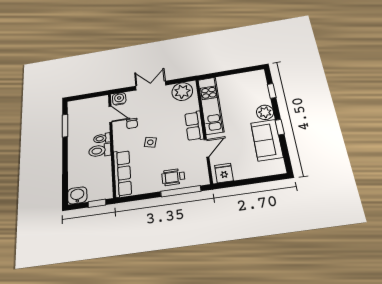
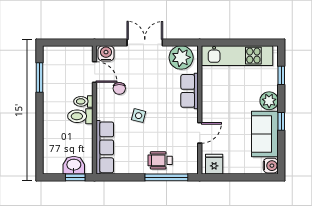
kitchen unit: (211, 105) -> (237, 56), moved, turned 90
row of seats: (194, 126) -> (190, 91), moved
water cooler: (278, 166) -> (271, 166), added
washbasin: (77, 195) -> (74, 165), moved

